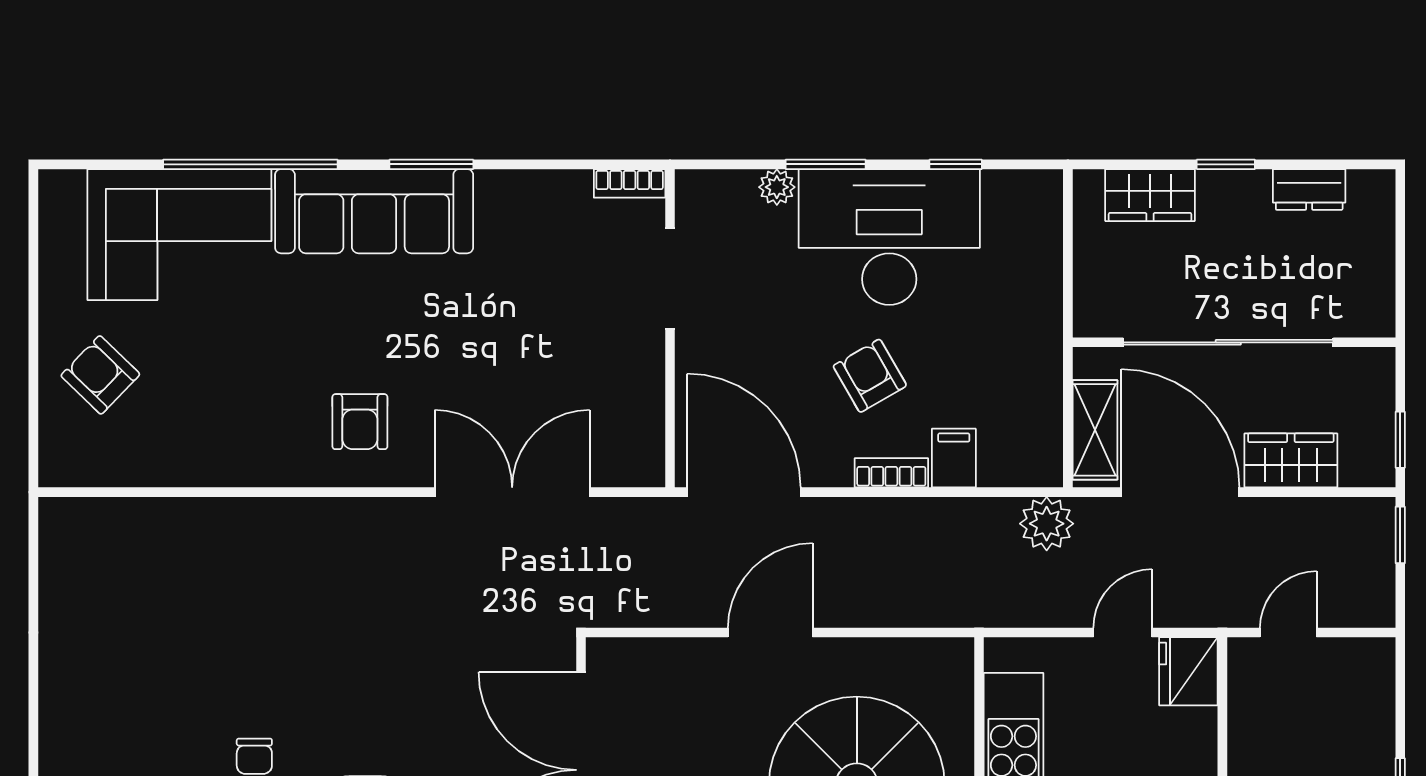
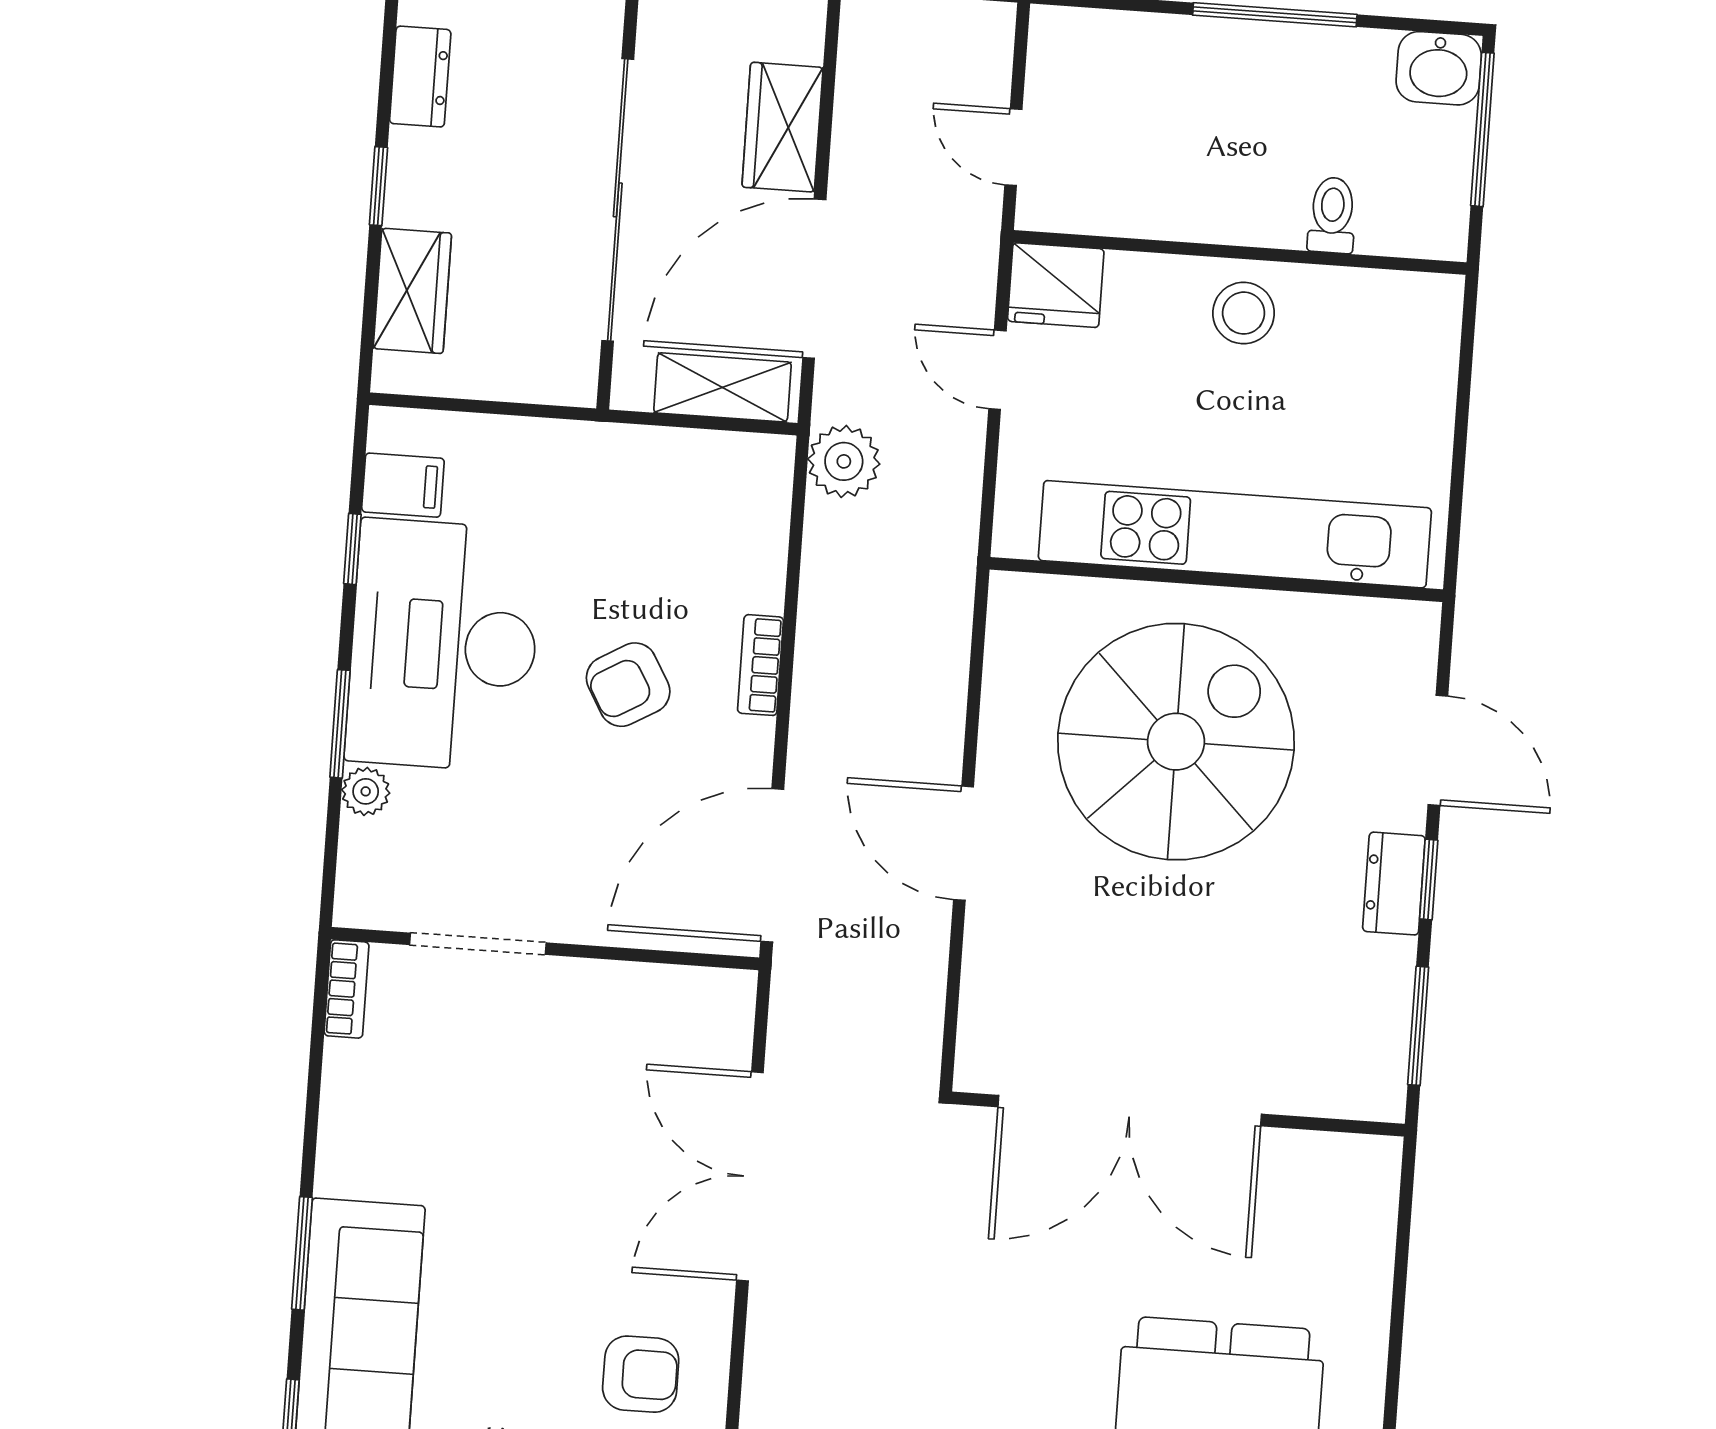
filing cabinet: (954, 458) -> (403, 485), moved, turned 180

